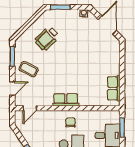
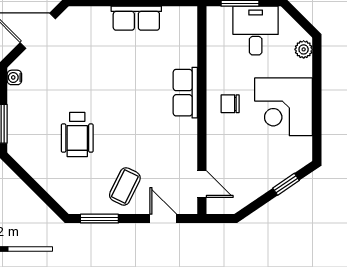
wheelchair: (47, 38) -> (77, 135), moved, turned 44
row of seats: (114, 88) -> (136, 18), moved
row of seats: (66, 100) -> (185, 93), moved

